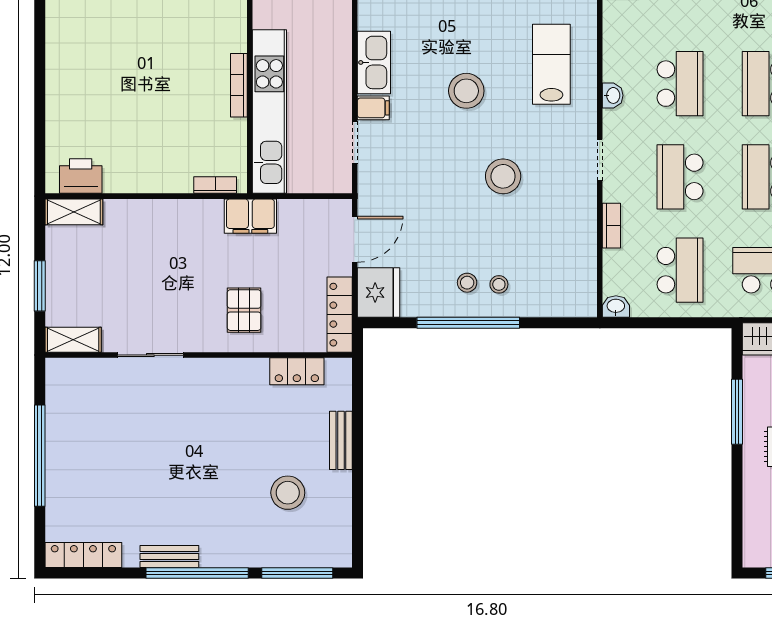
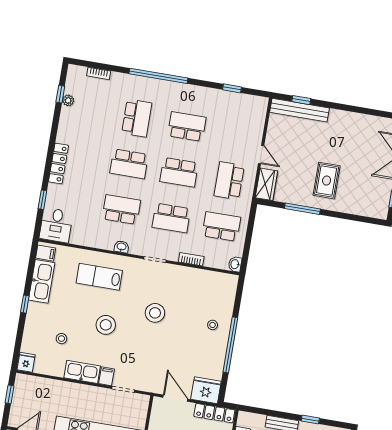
stool: (467, 283) -> (61, 339), moved
window: (357, 491) -> (310, 420), added

